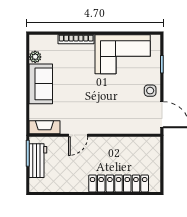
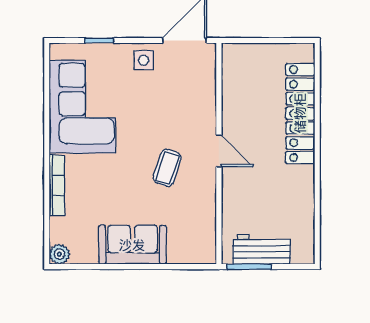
plant: (35, 57) -> (59, 254), moved
coffee table: (86, 105) -> (167, 168), added
fireplace: (44, 127) -> (205, 238), removed
door: (78, 135) -> (219, 151), moved

